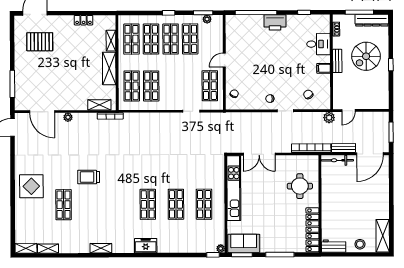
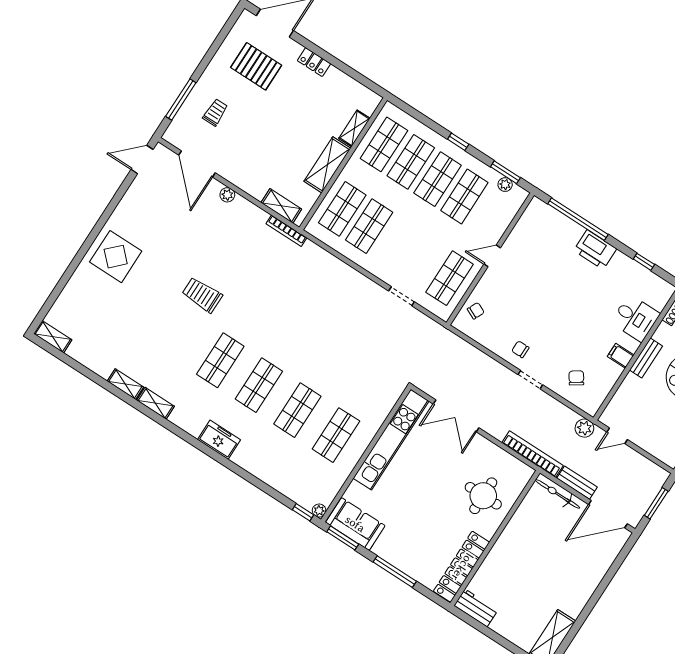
locker: (84, 20) -> (314, 62), moved
trolley: (34, 79) -> (215, 112), added
shop shelf: (64, 205) -> (220, 360), moved
stool: (360, 244) -> (514, 629), removed
shelving: (48, 249) -> (125, 384), moved

